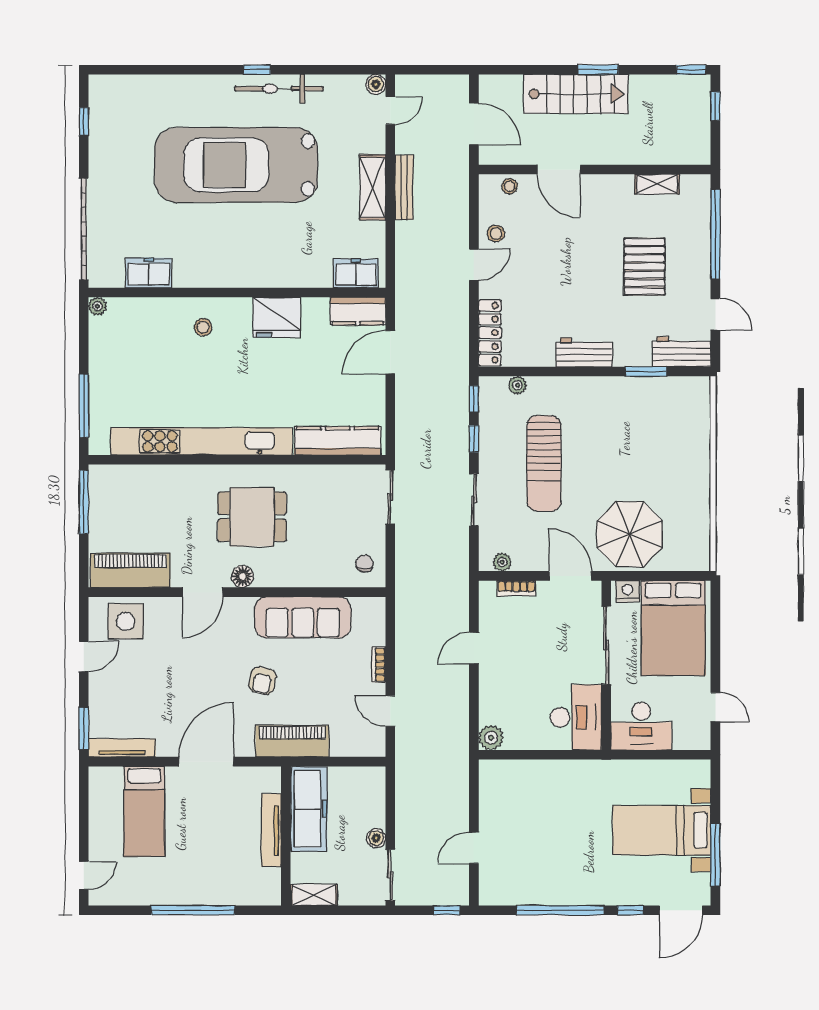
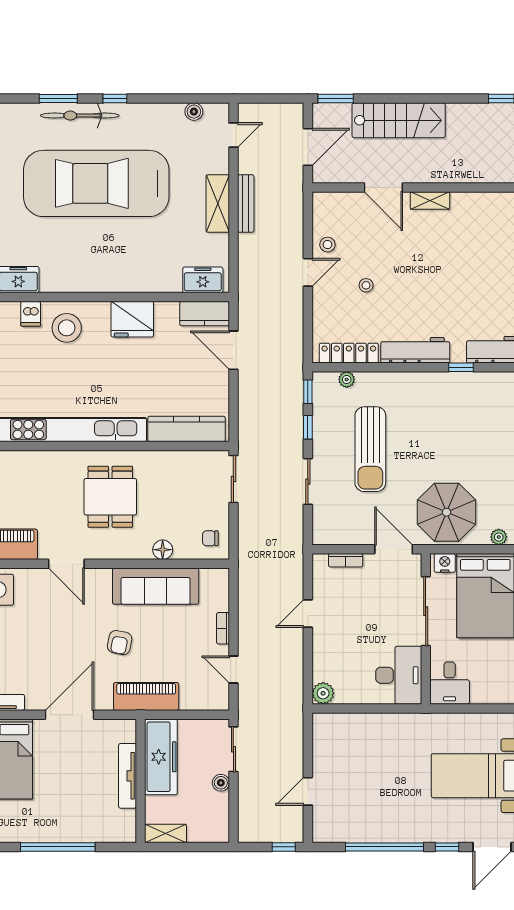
window: (194, 70) -> (58, 99), added
window: (598, 70) -> (336, 99), moved
boiler: (376, 84) -> (194, 112), moved
bicycle: (279, 89) -> (80, 116), moved
door: (474, 124) -> (308, 147), hinge flipped
shelving: (657, 184) -> (430, 200), moved
stool: (510, 186) -> (366, 285), moved
pallet: (644, 267) -> (460, 274), removed
dishwasher: (163, 311) -> (31, 314), added
stool: (203, 327) -> (67, 328), width x1.89, depth x1.89
locker: (490, 333) -> (349, 353), moved, turned -90
door: (390, 352) -> (233, 350), hinge flipped
workbench: (584, 352) -> (415, 350), width x1.38
window: (646, 372) -> (461, 367), width x0.67
dining table: (252, 517) -> (110, 497), turned 90
plant: (502, 562) -> (499, 537), moved
chair: (364, 564) -> (210, 538), turned -93
floor lamp: (242, 576) -> (163, 550), moved
door: (203, 592) -> (66, 564), hinge flipped
desk: (641, 726) -> (450, 683), width x0.73
sliding door: (390, 875) -> (233, 749), moved

